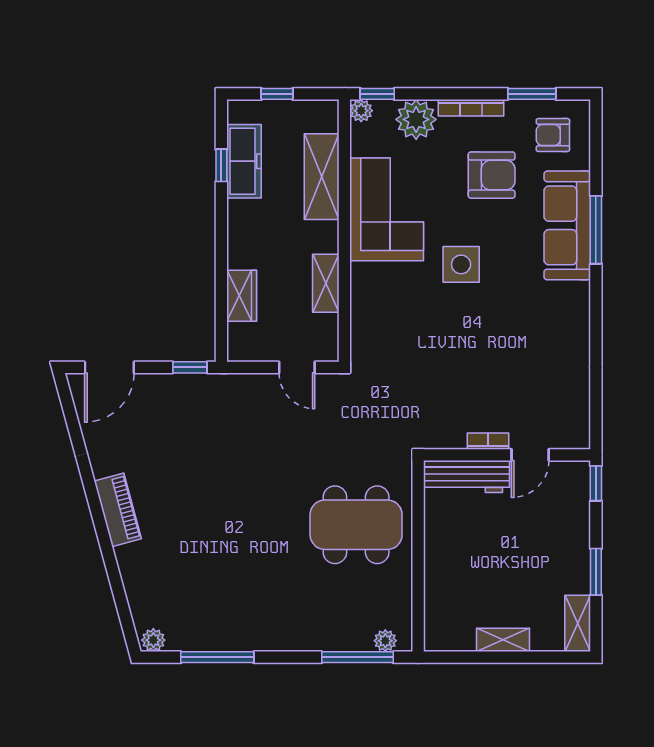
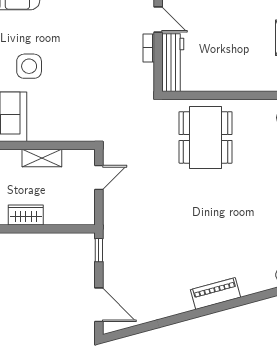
wardrobe: (242, 296) -> (26, 215), moved
piano: (118, 510) -> (216, 294), moved

